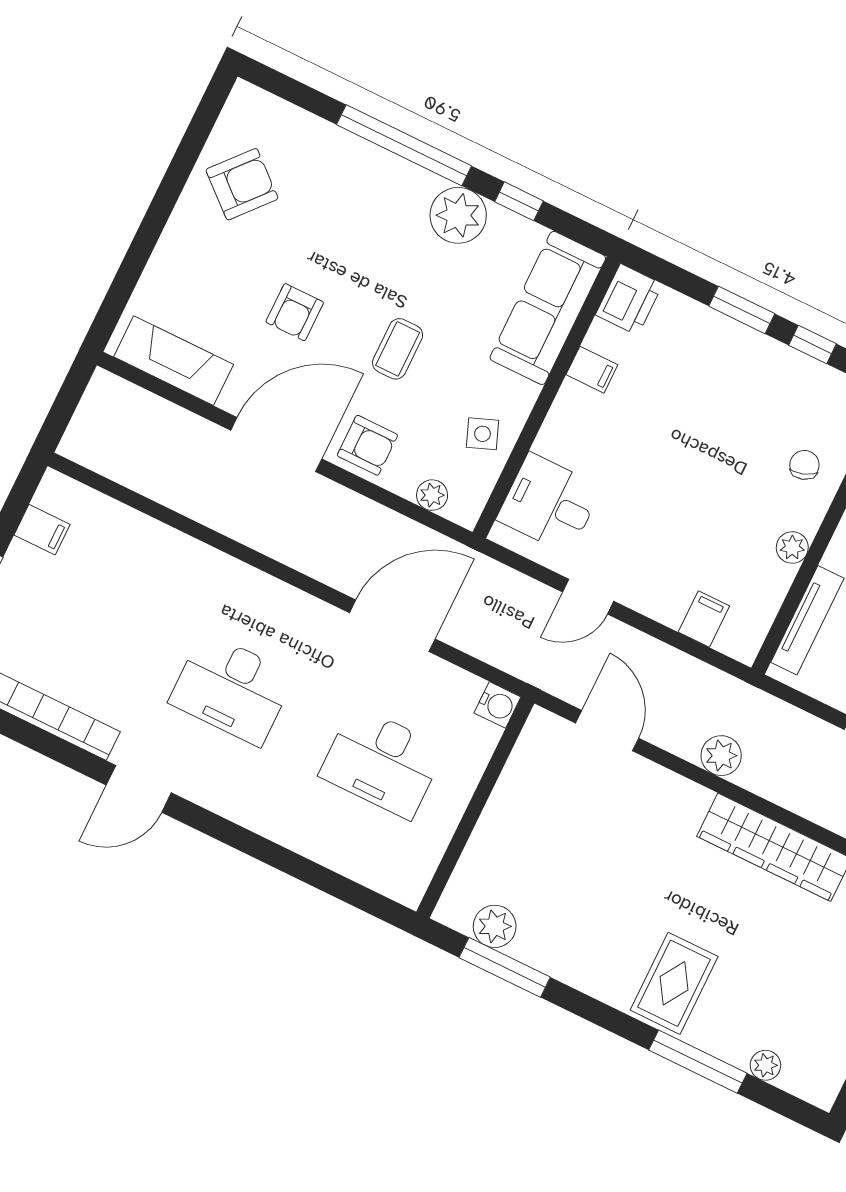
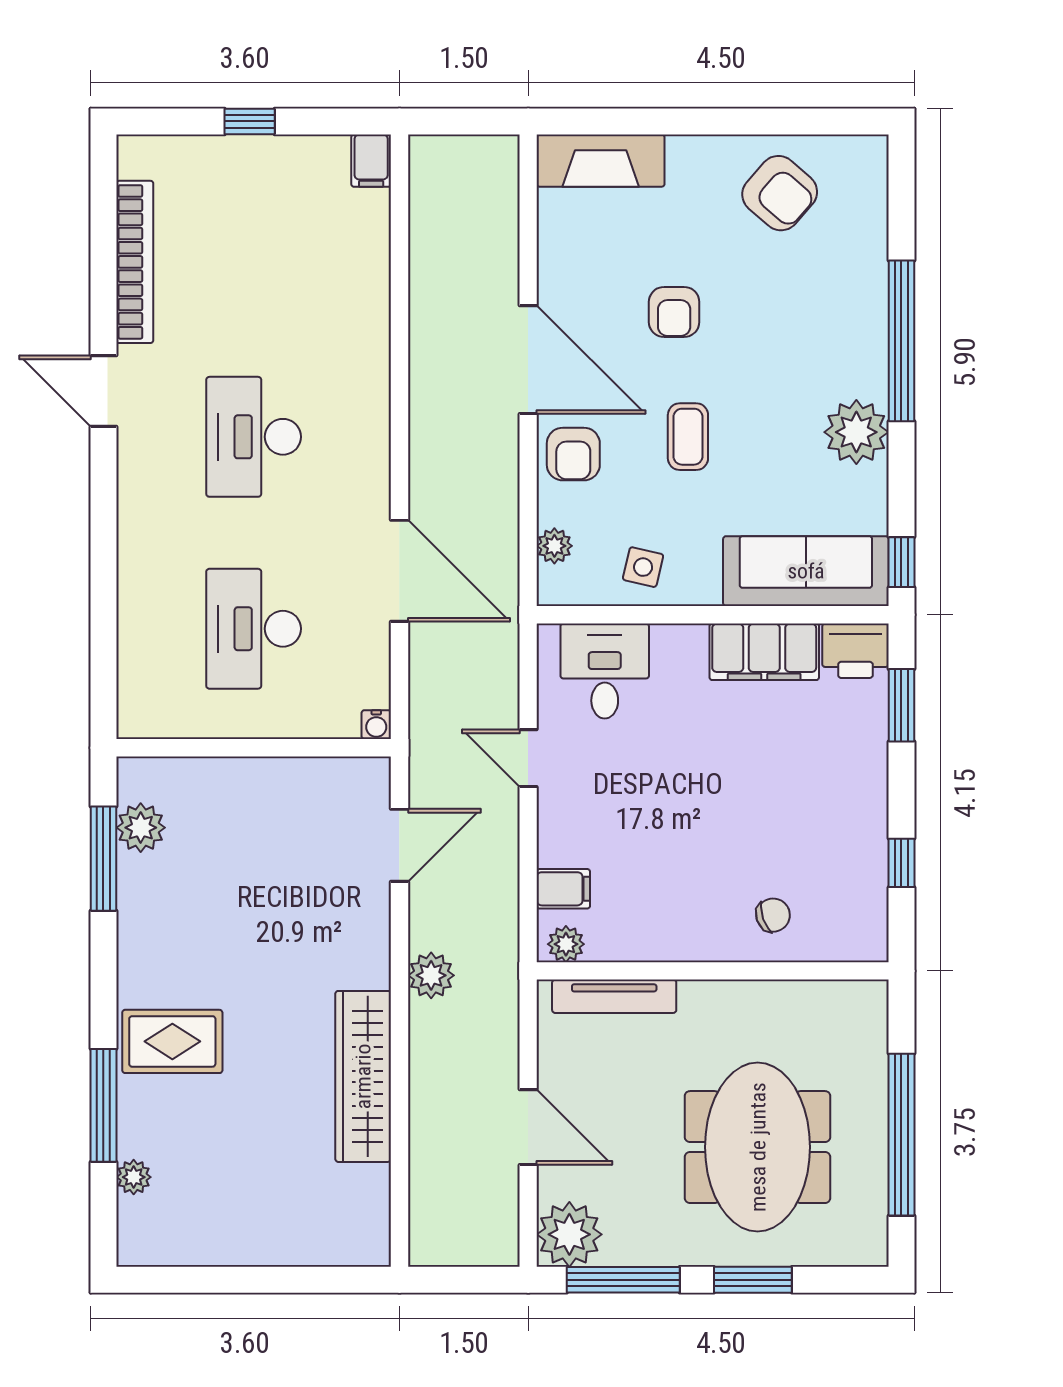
window: (519, 201) -> (901, 562), moved
window: (742, 310) -> (901, 705), moved
armchair: (295, 312) -> (674, 312), turned -90
coffee table: (398, 349) -> (688, 437), turned 90
fireplace: (174, 361) -> (601, 161), moved, turned 90
filing cabinet: (592, 370) -> (764, 652), width x3.00, depth x1.17
side table: (483, 434) -> (643, 567), turned 34
filing cabinet: (42, 530) -> (371, 161), moved
plant: (792, 547) -> (566, 944), moved
water cooler: (497, 705) -> (376, 725), width x0.72, depth x0.72

